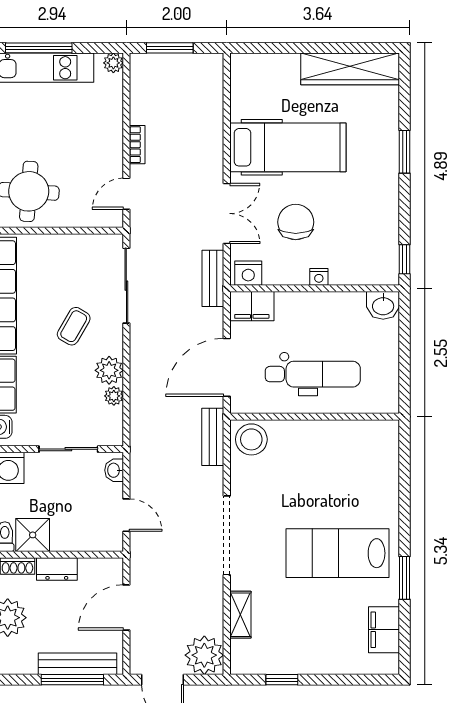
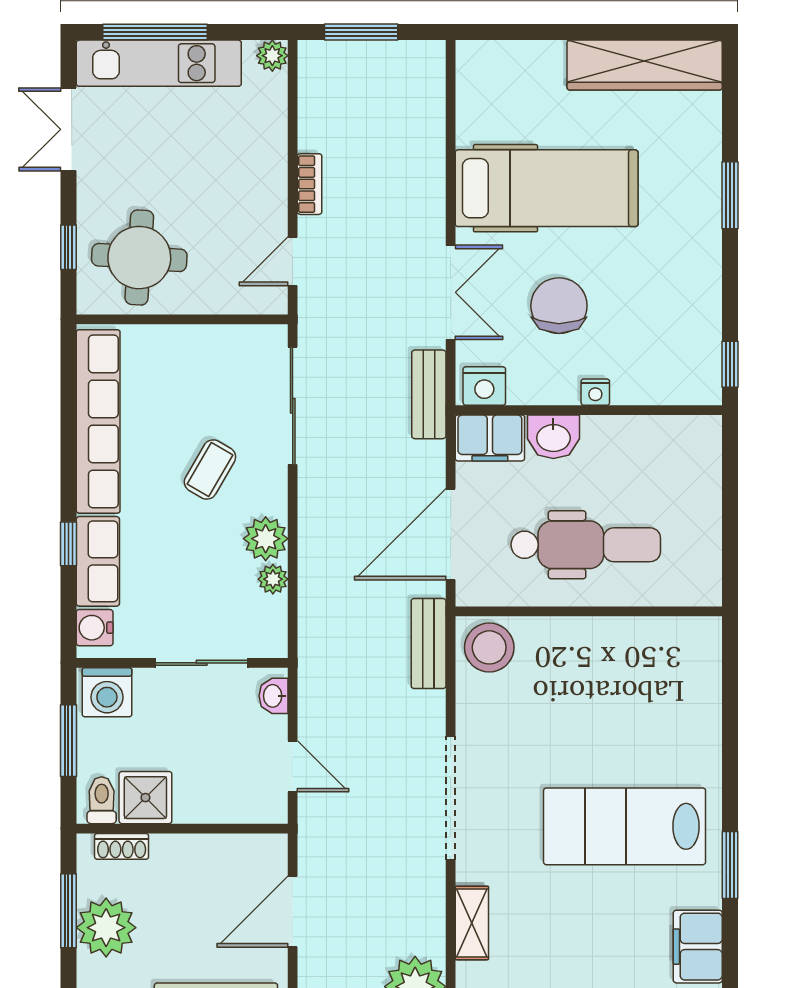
washbasin: (383, 305) -> (553, 437), moved
dresser: (57, 569) -> (183, 851), removed

